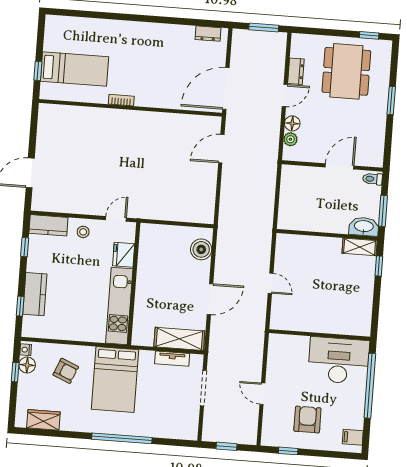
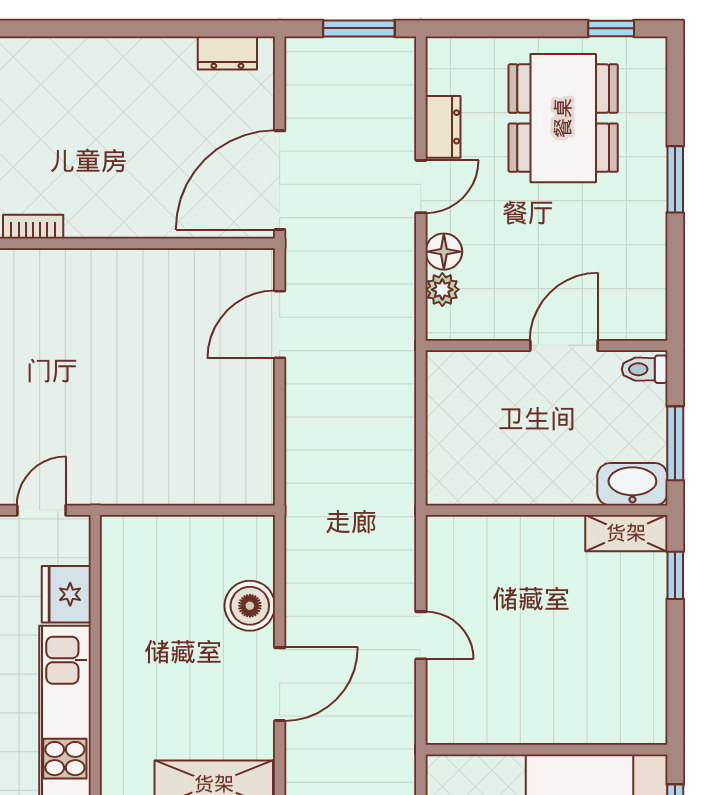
boiler: (201, 249) -> (250, 606), moved

